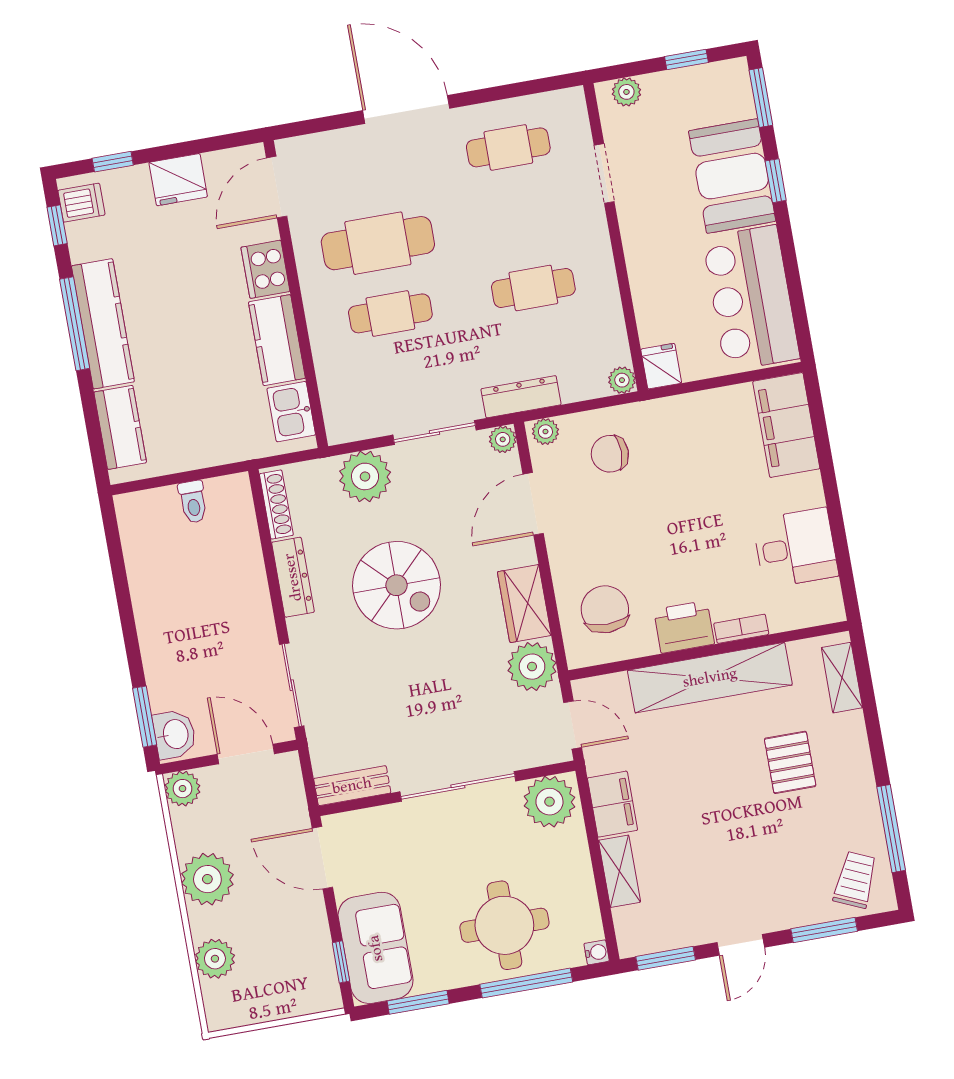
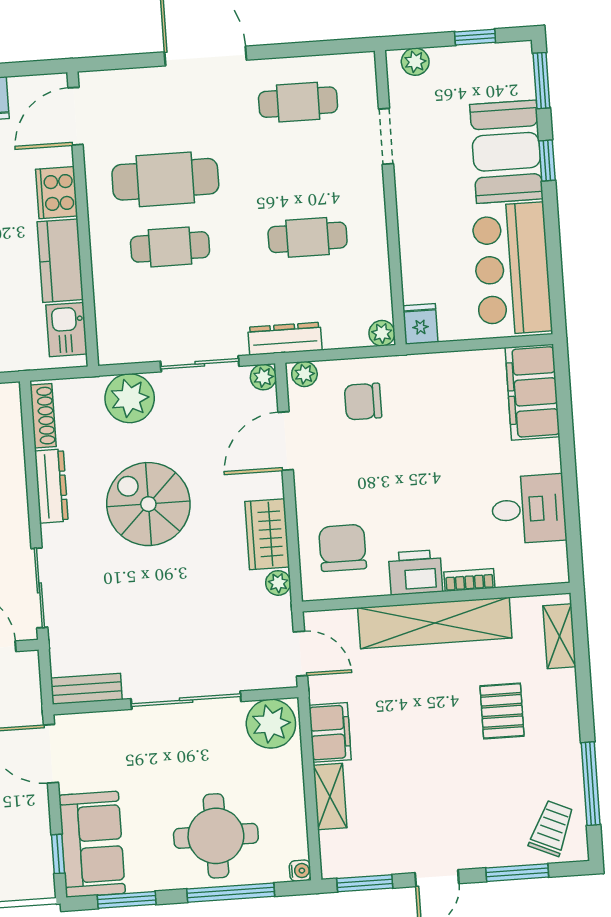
spiral stairs: (397, 585) -> (148, 504), turned 180
plant: (532, 667) -> (278, 583), width x0.53, depth x0.53

